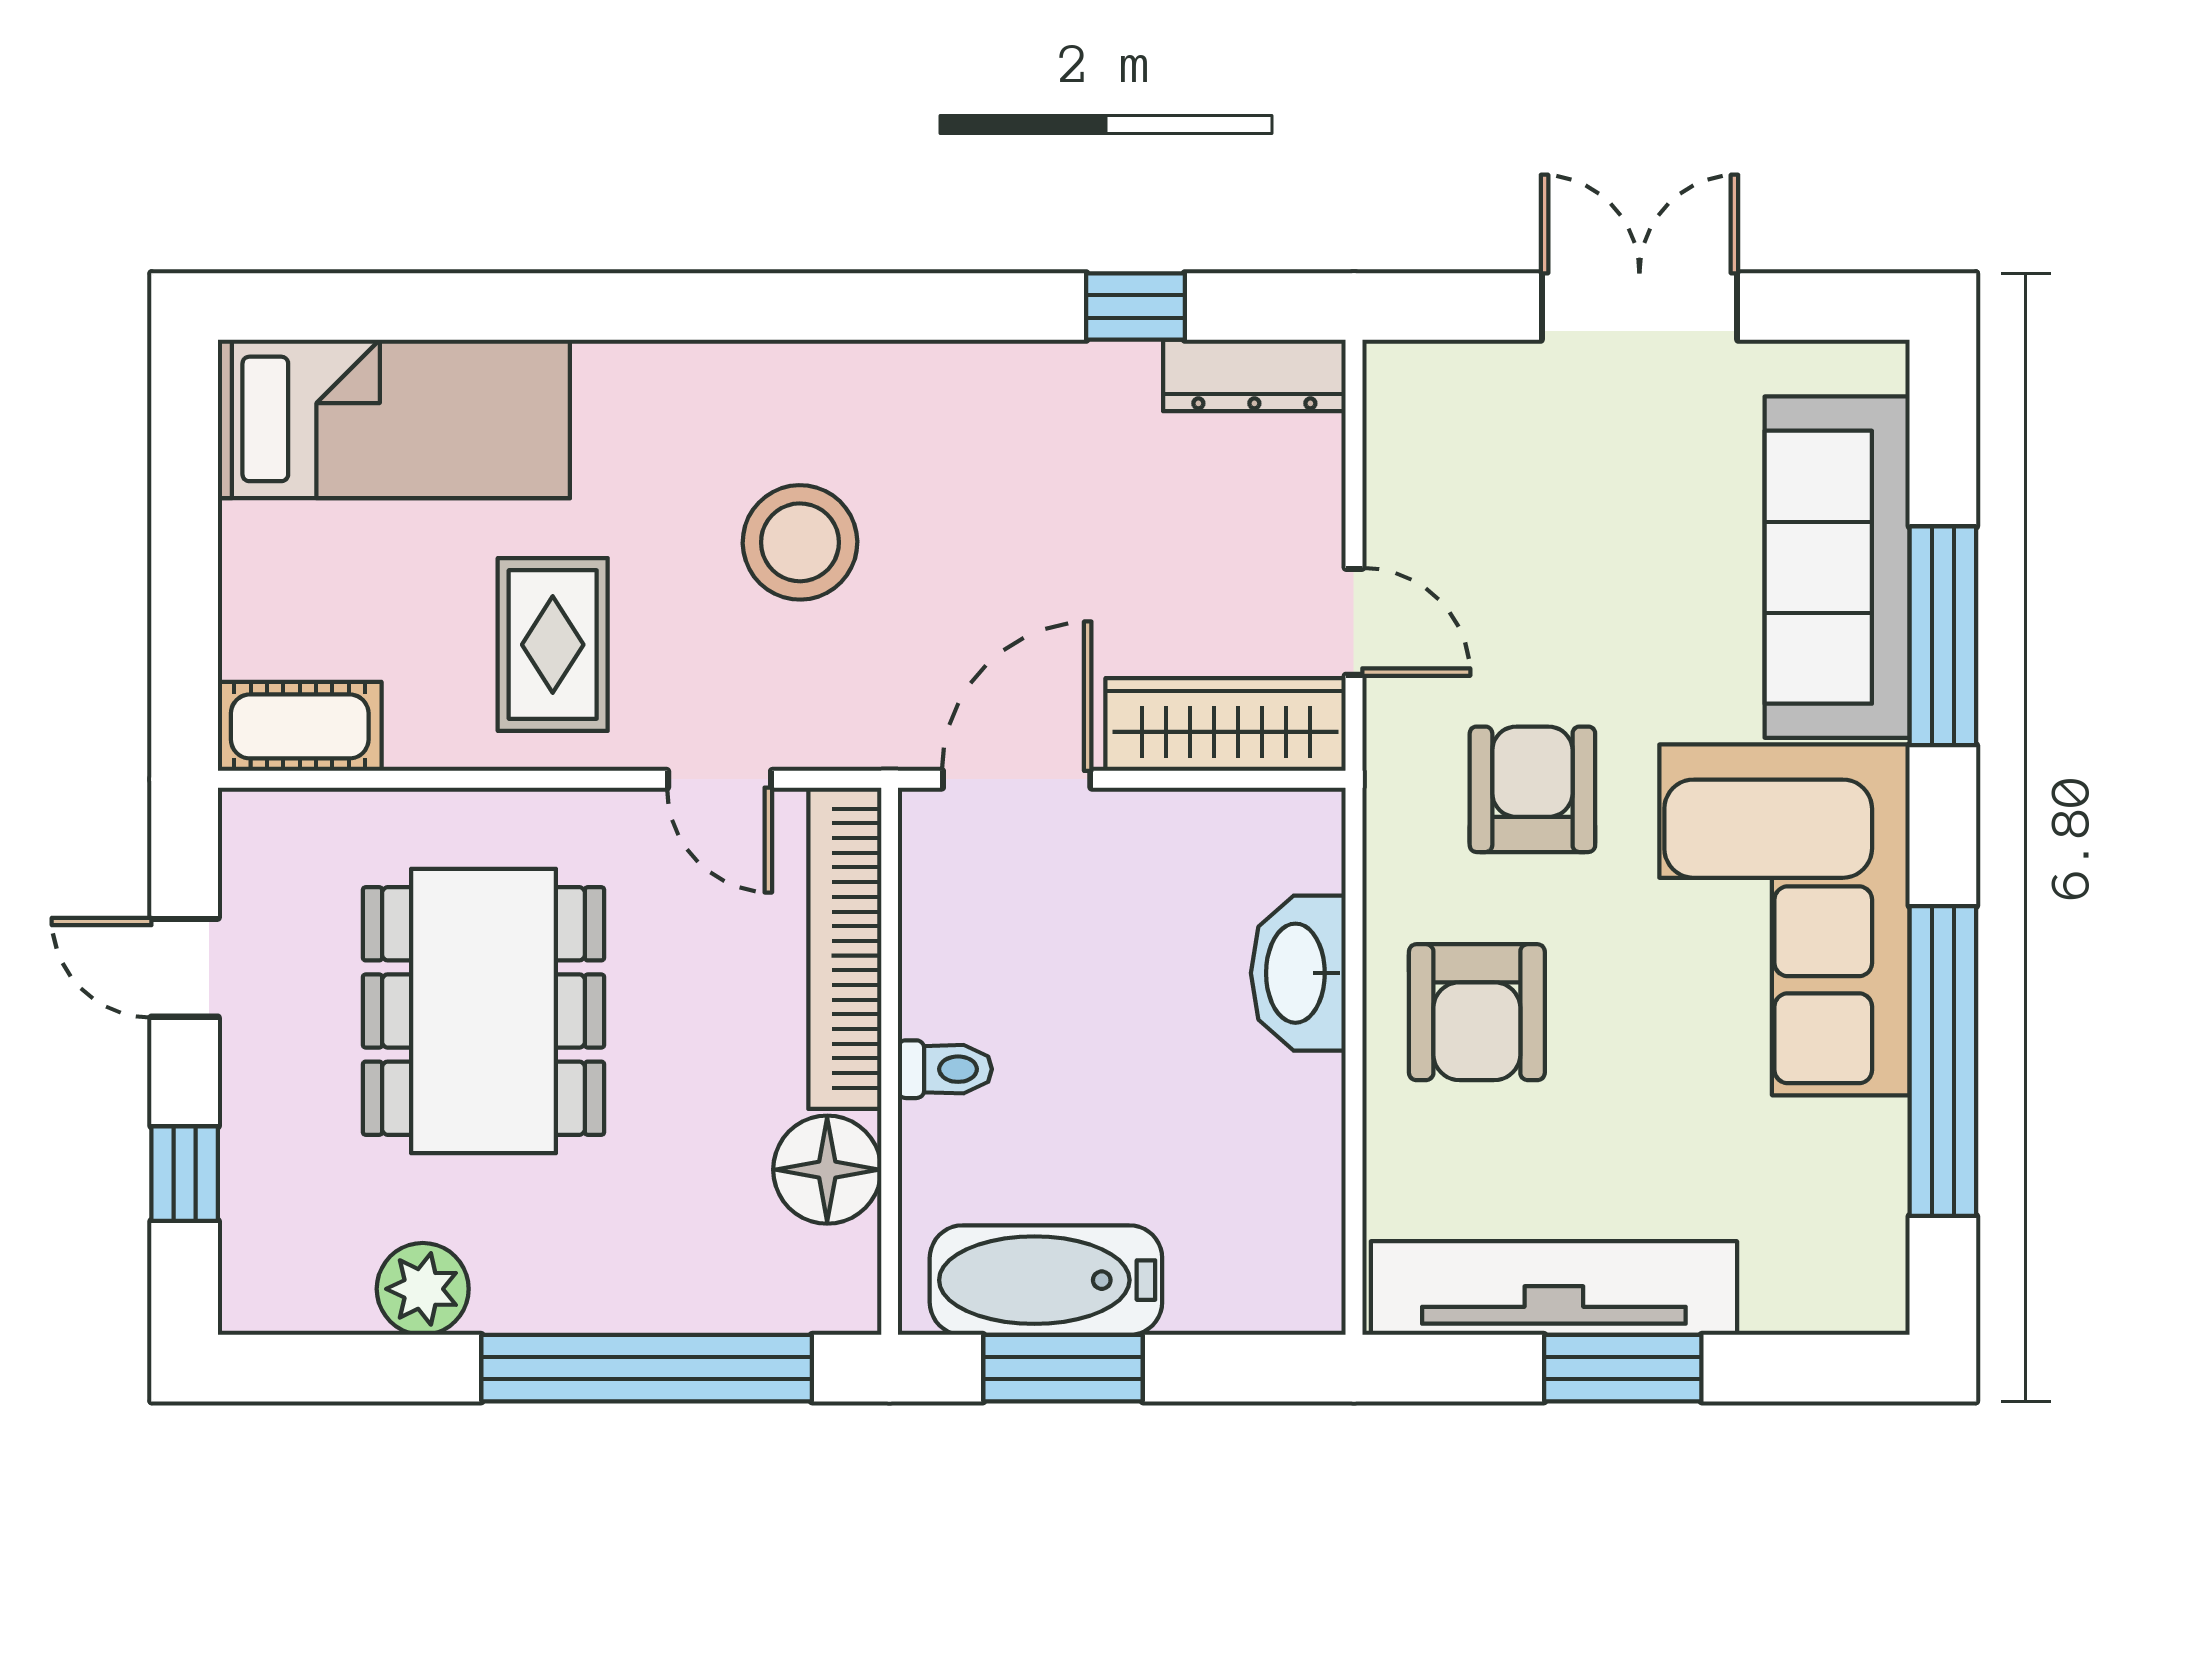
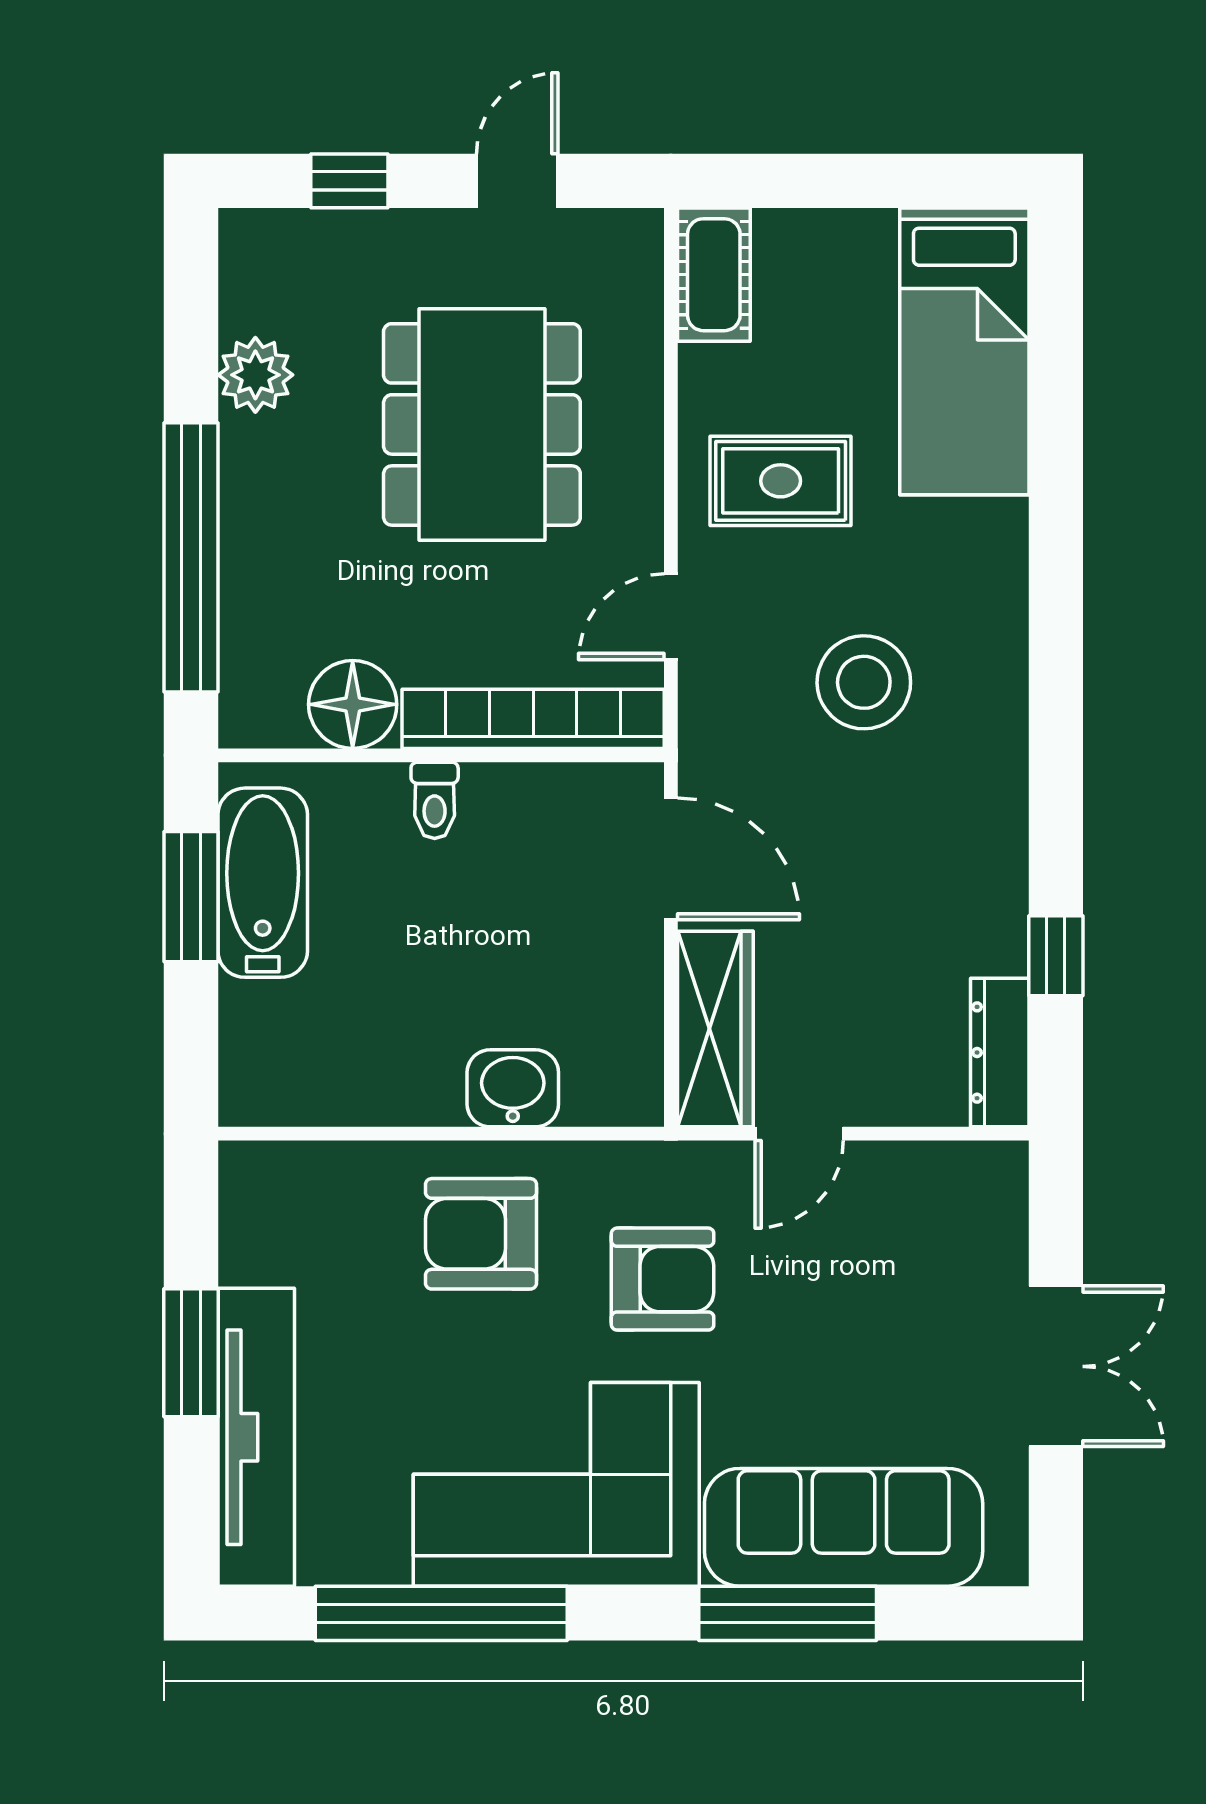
washbasin: (1298, 973) -> (513, 1088), width x0.72
dining table: (483, 1011) -> (482, 424), turned 90
tv unit: (1554, 1288) -> (256, 1437), moved

